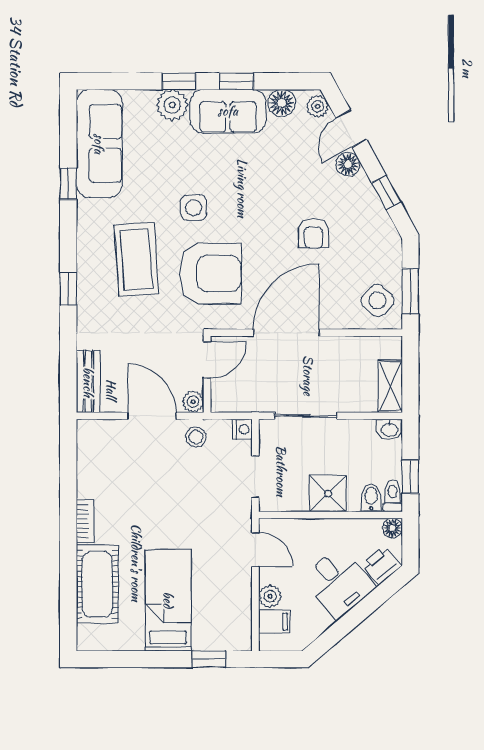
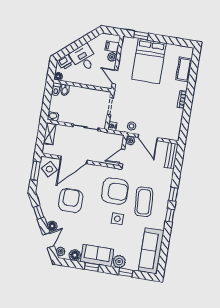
window: (179, 81) -> (126, 272), moved
window: (68, 183) -> (170, 215), moved
armchair: (313, 233) -> (71, 200), width x1.88, depth x1.88
armchair: (210, 274) -> (115, 191), turned 180
door: (286, 333) -> (74, 160), moved
window: (410, 477) -> (48, 96), removed
shower: (328, 494) -> (82, 95), removed
cot: (97, 584) -> (184, 69), width x0.73, depth x0.75
bed: (168, 600) -> (149, 61), width x1.50

